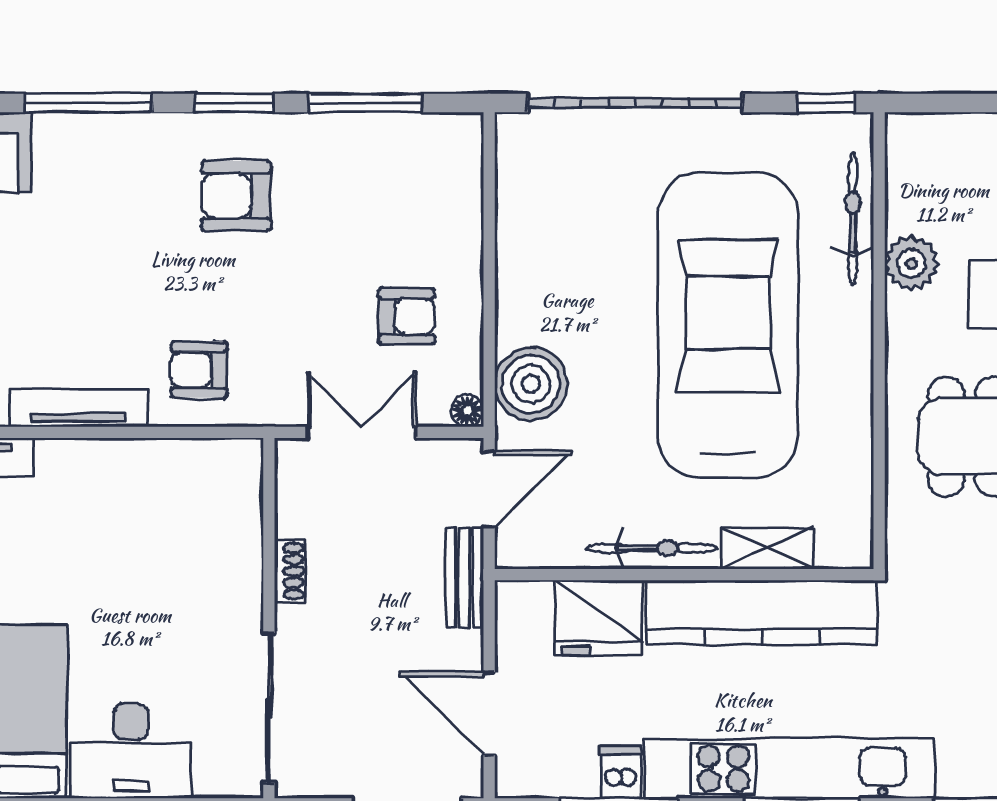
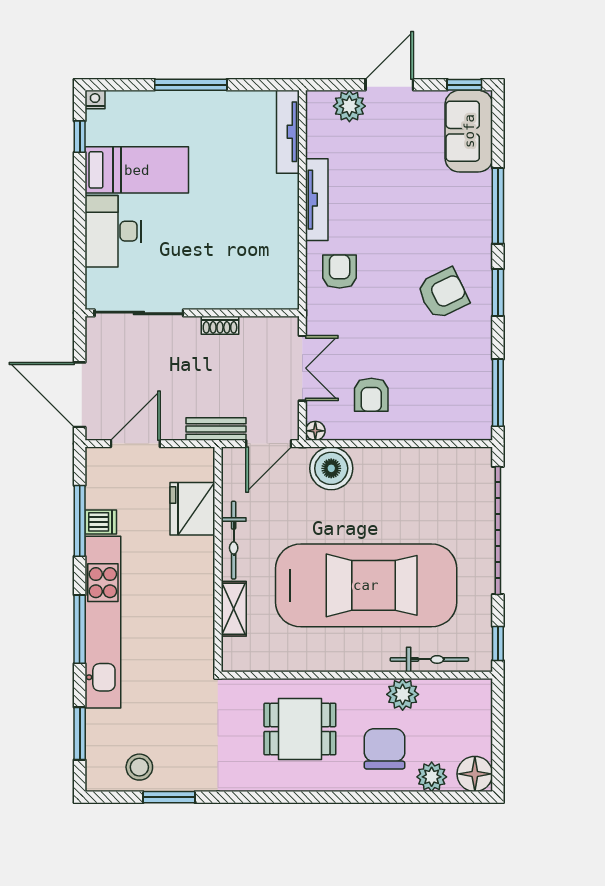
window: (365, 103) -> (498, 393), moved
armchair: (236, 196) -> (443, 294), turned 64
door: (489, 489) -> (269, 444), hinge flipped
kitchen counter: (762, 612) -> (196, 605), removed

